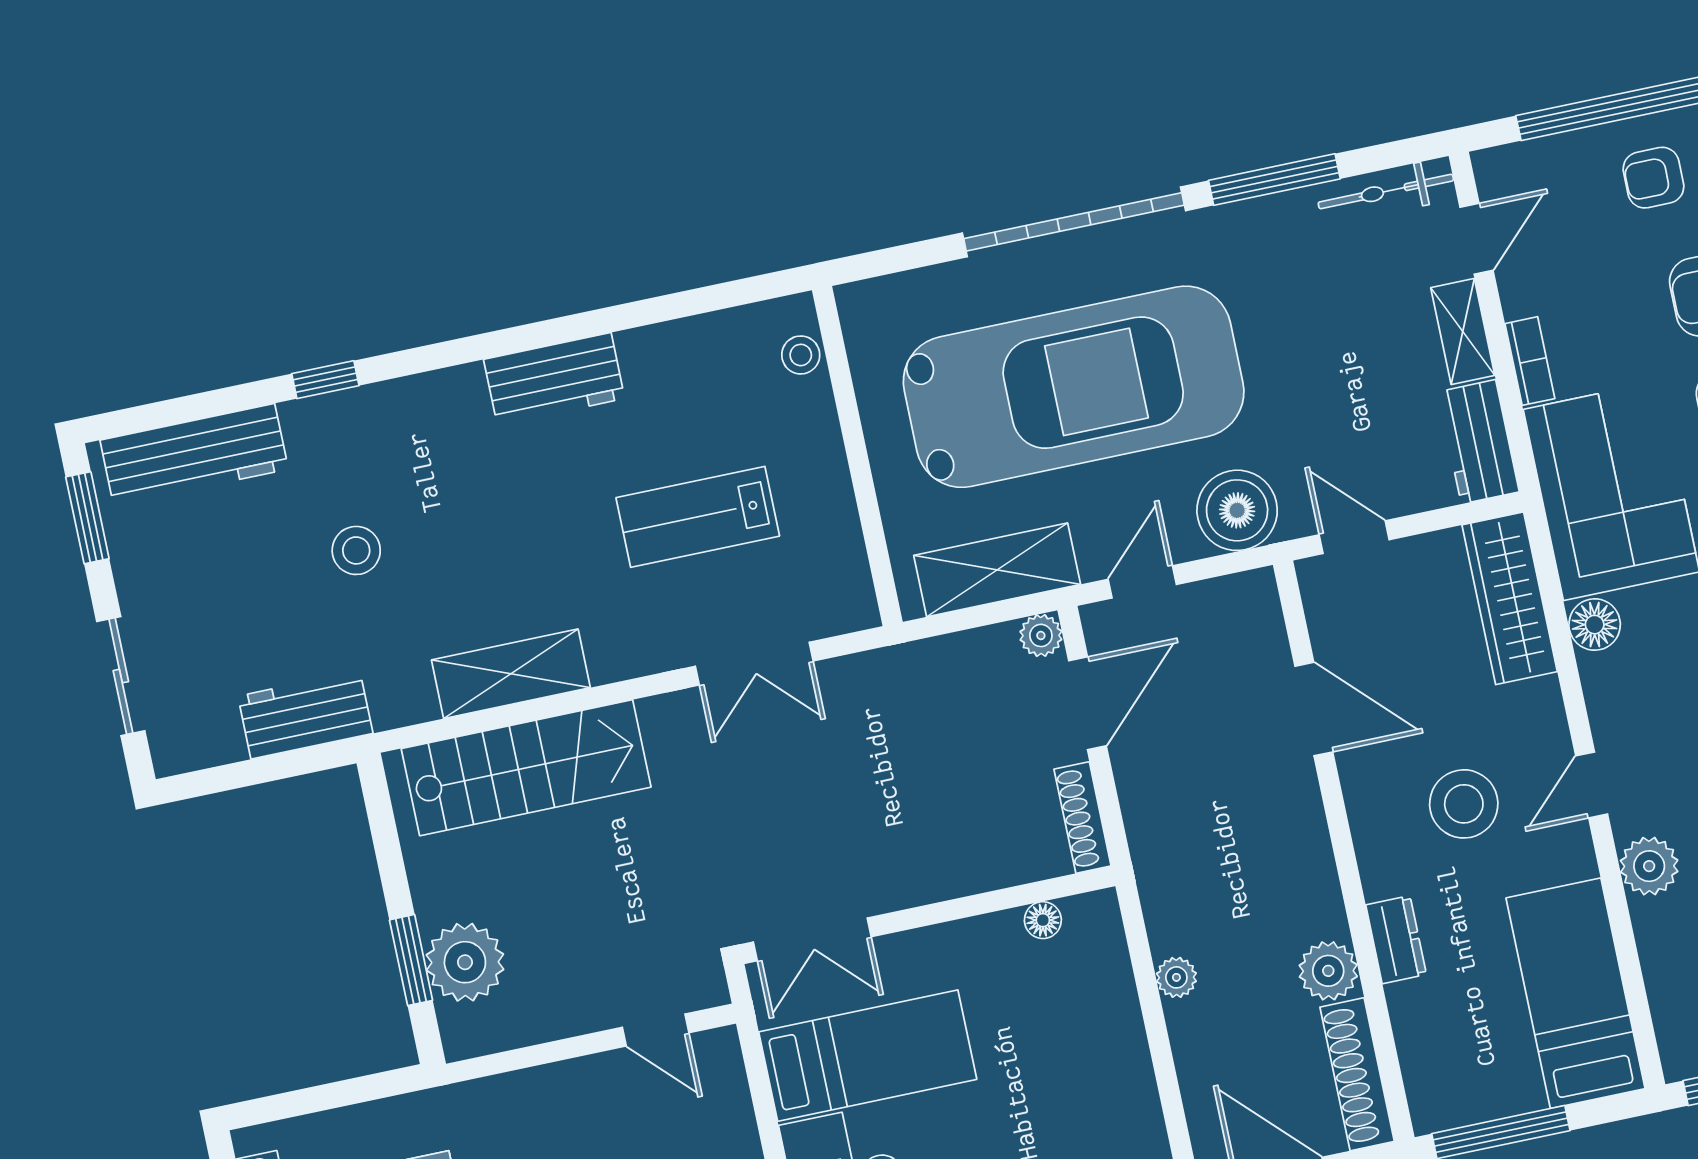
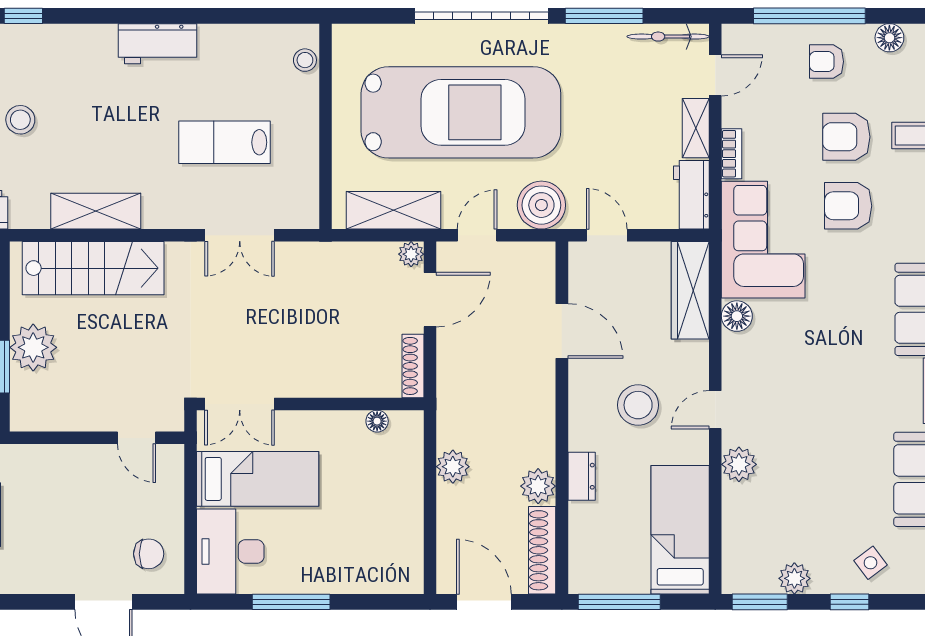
plant: (465, 962) -> (33, 347), moved
plant: (1176, 977) -> (453, 467), width x1.38, depth x1.38

